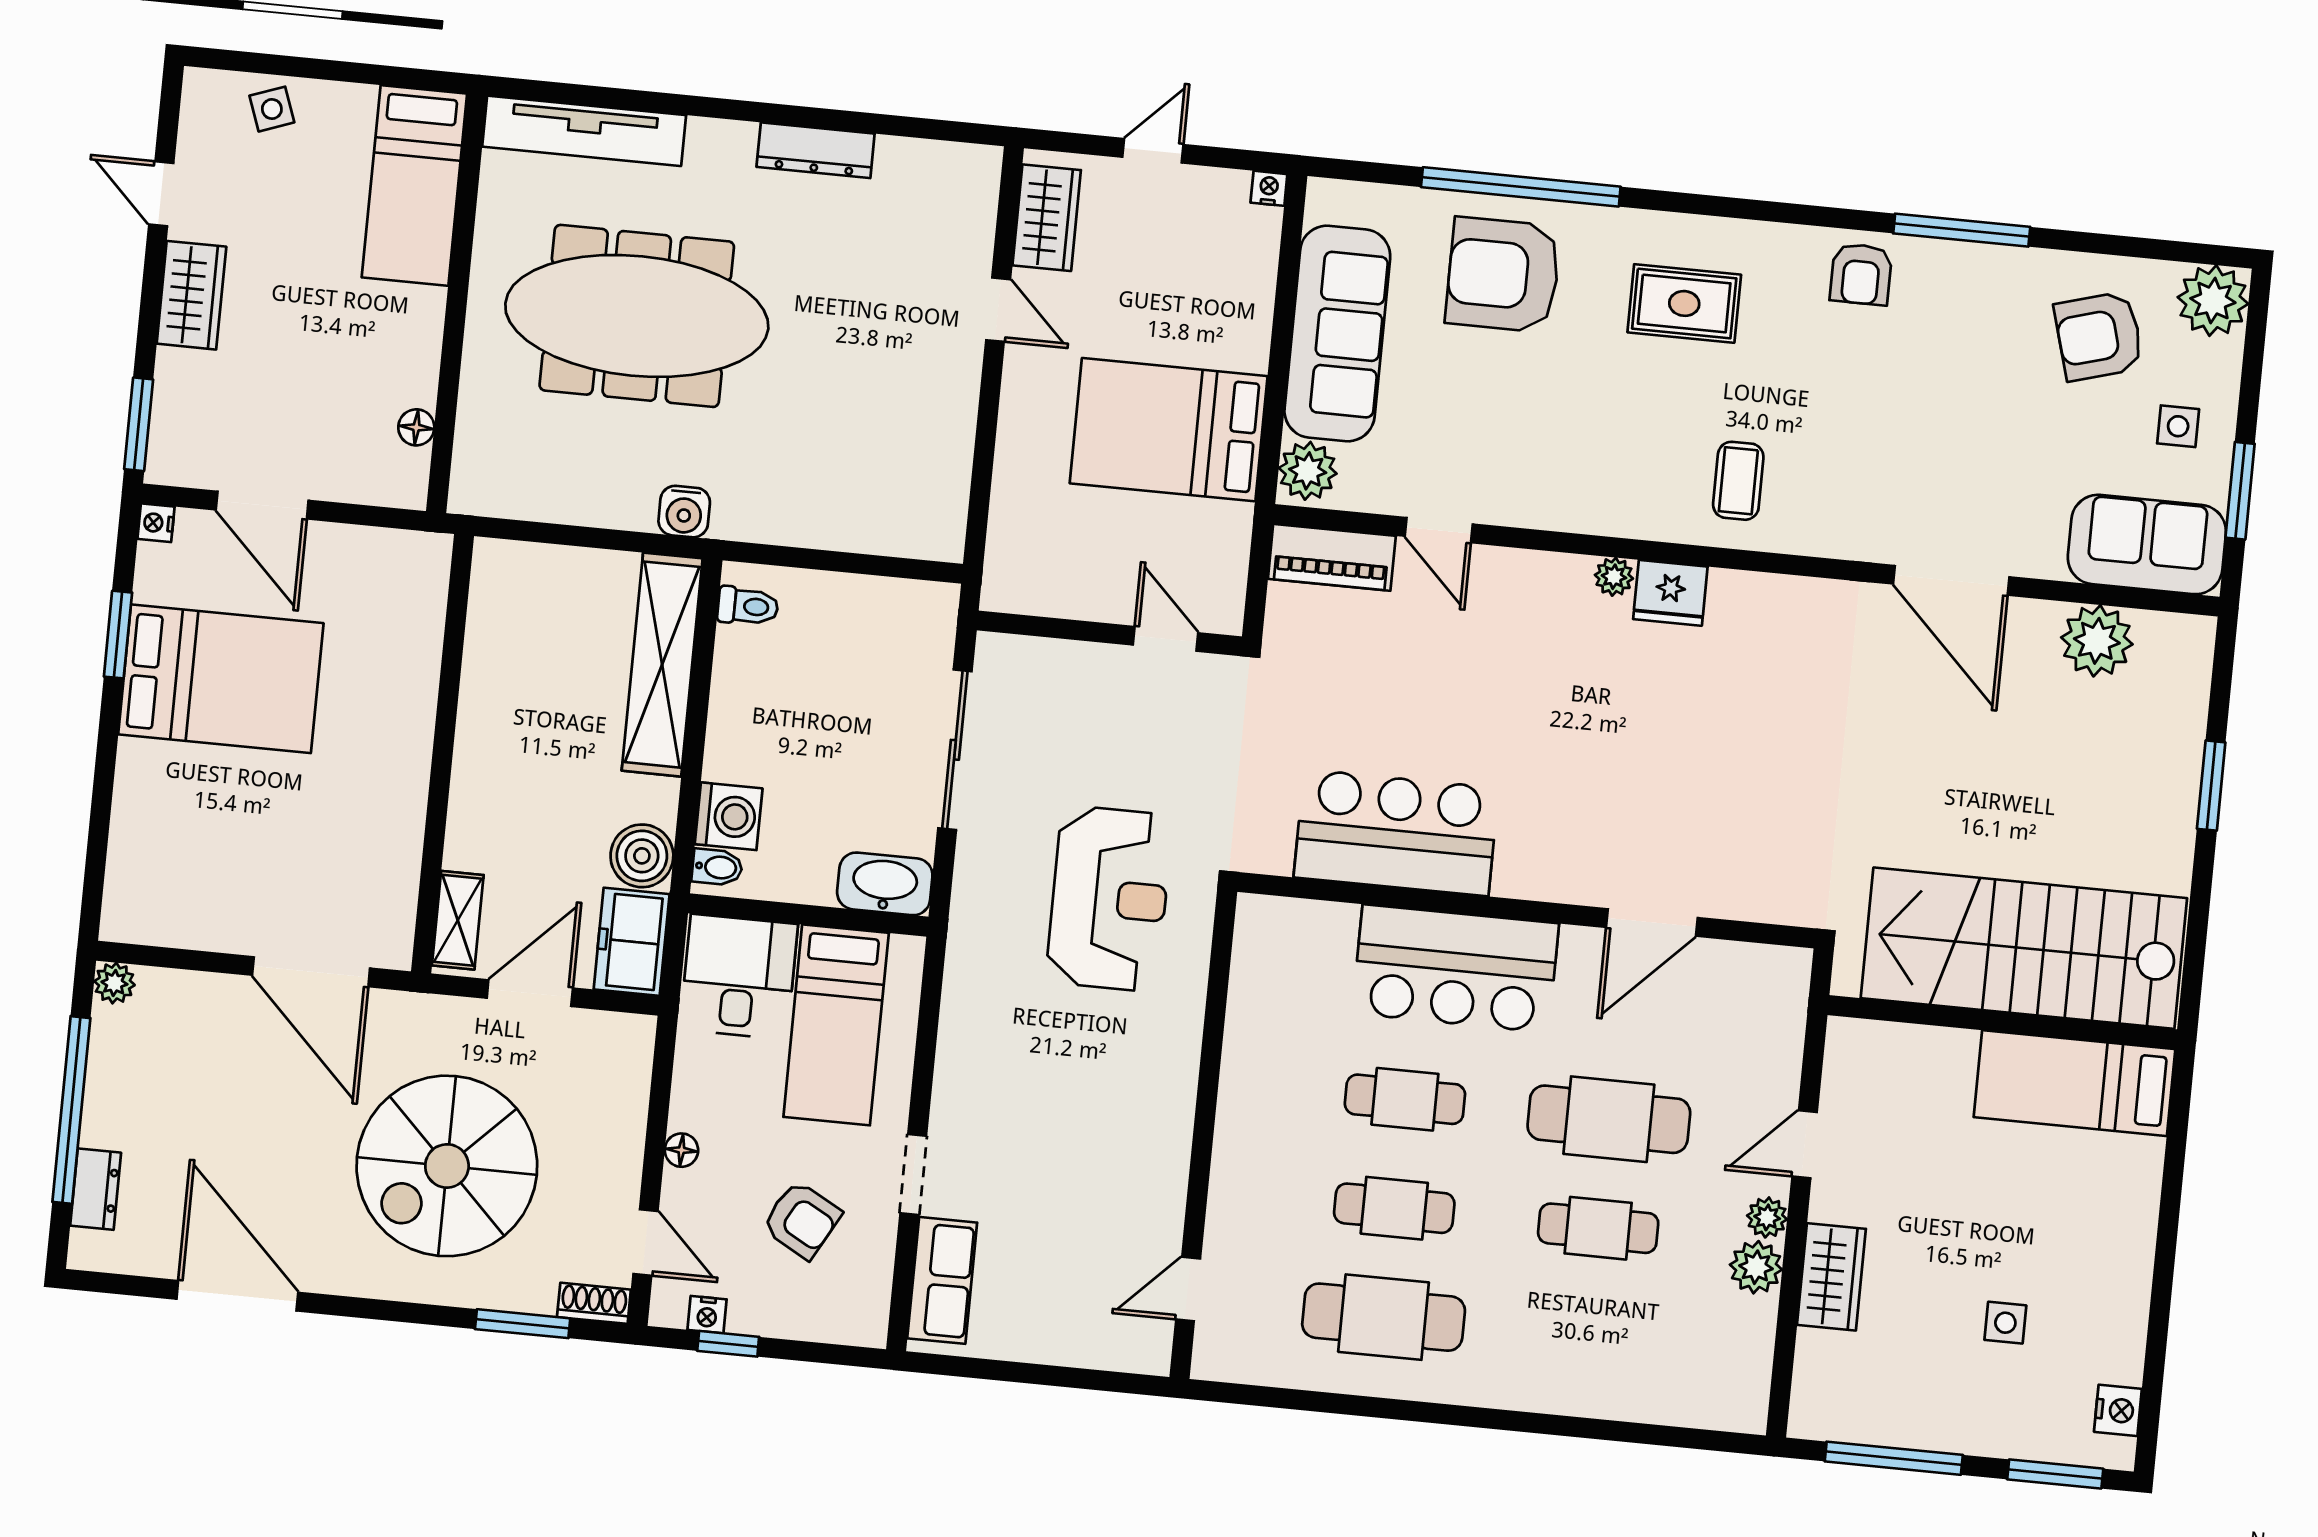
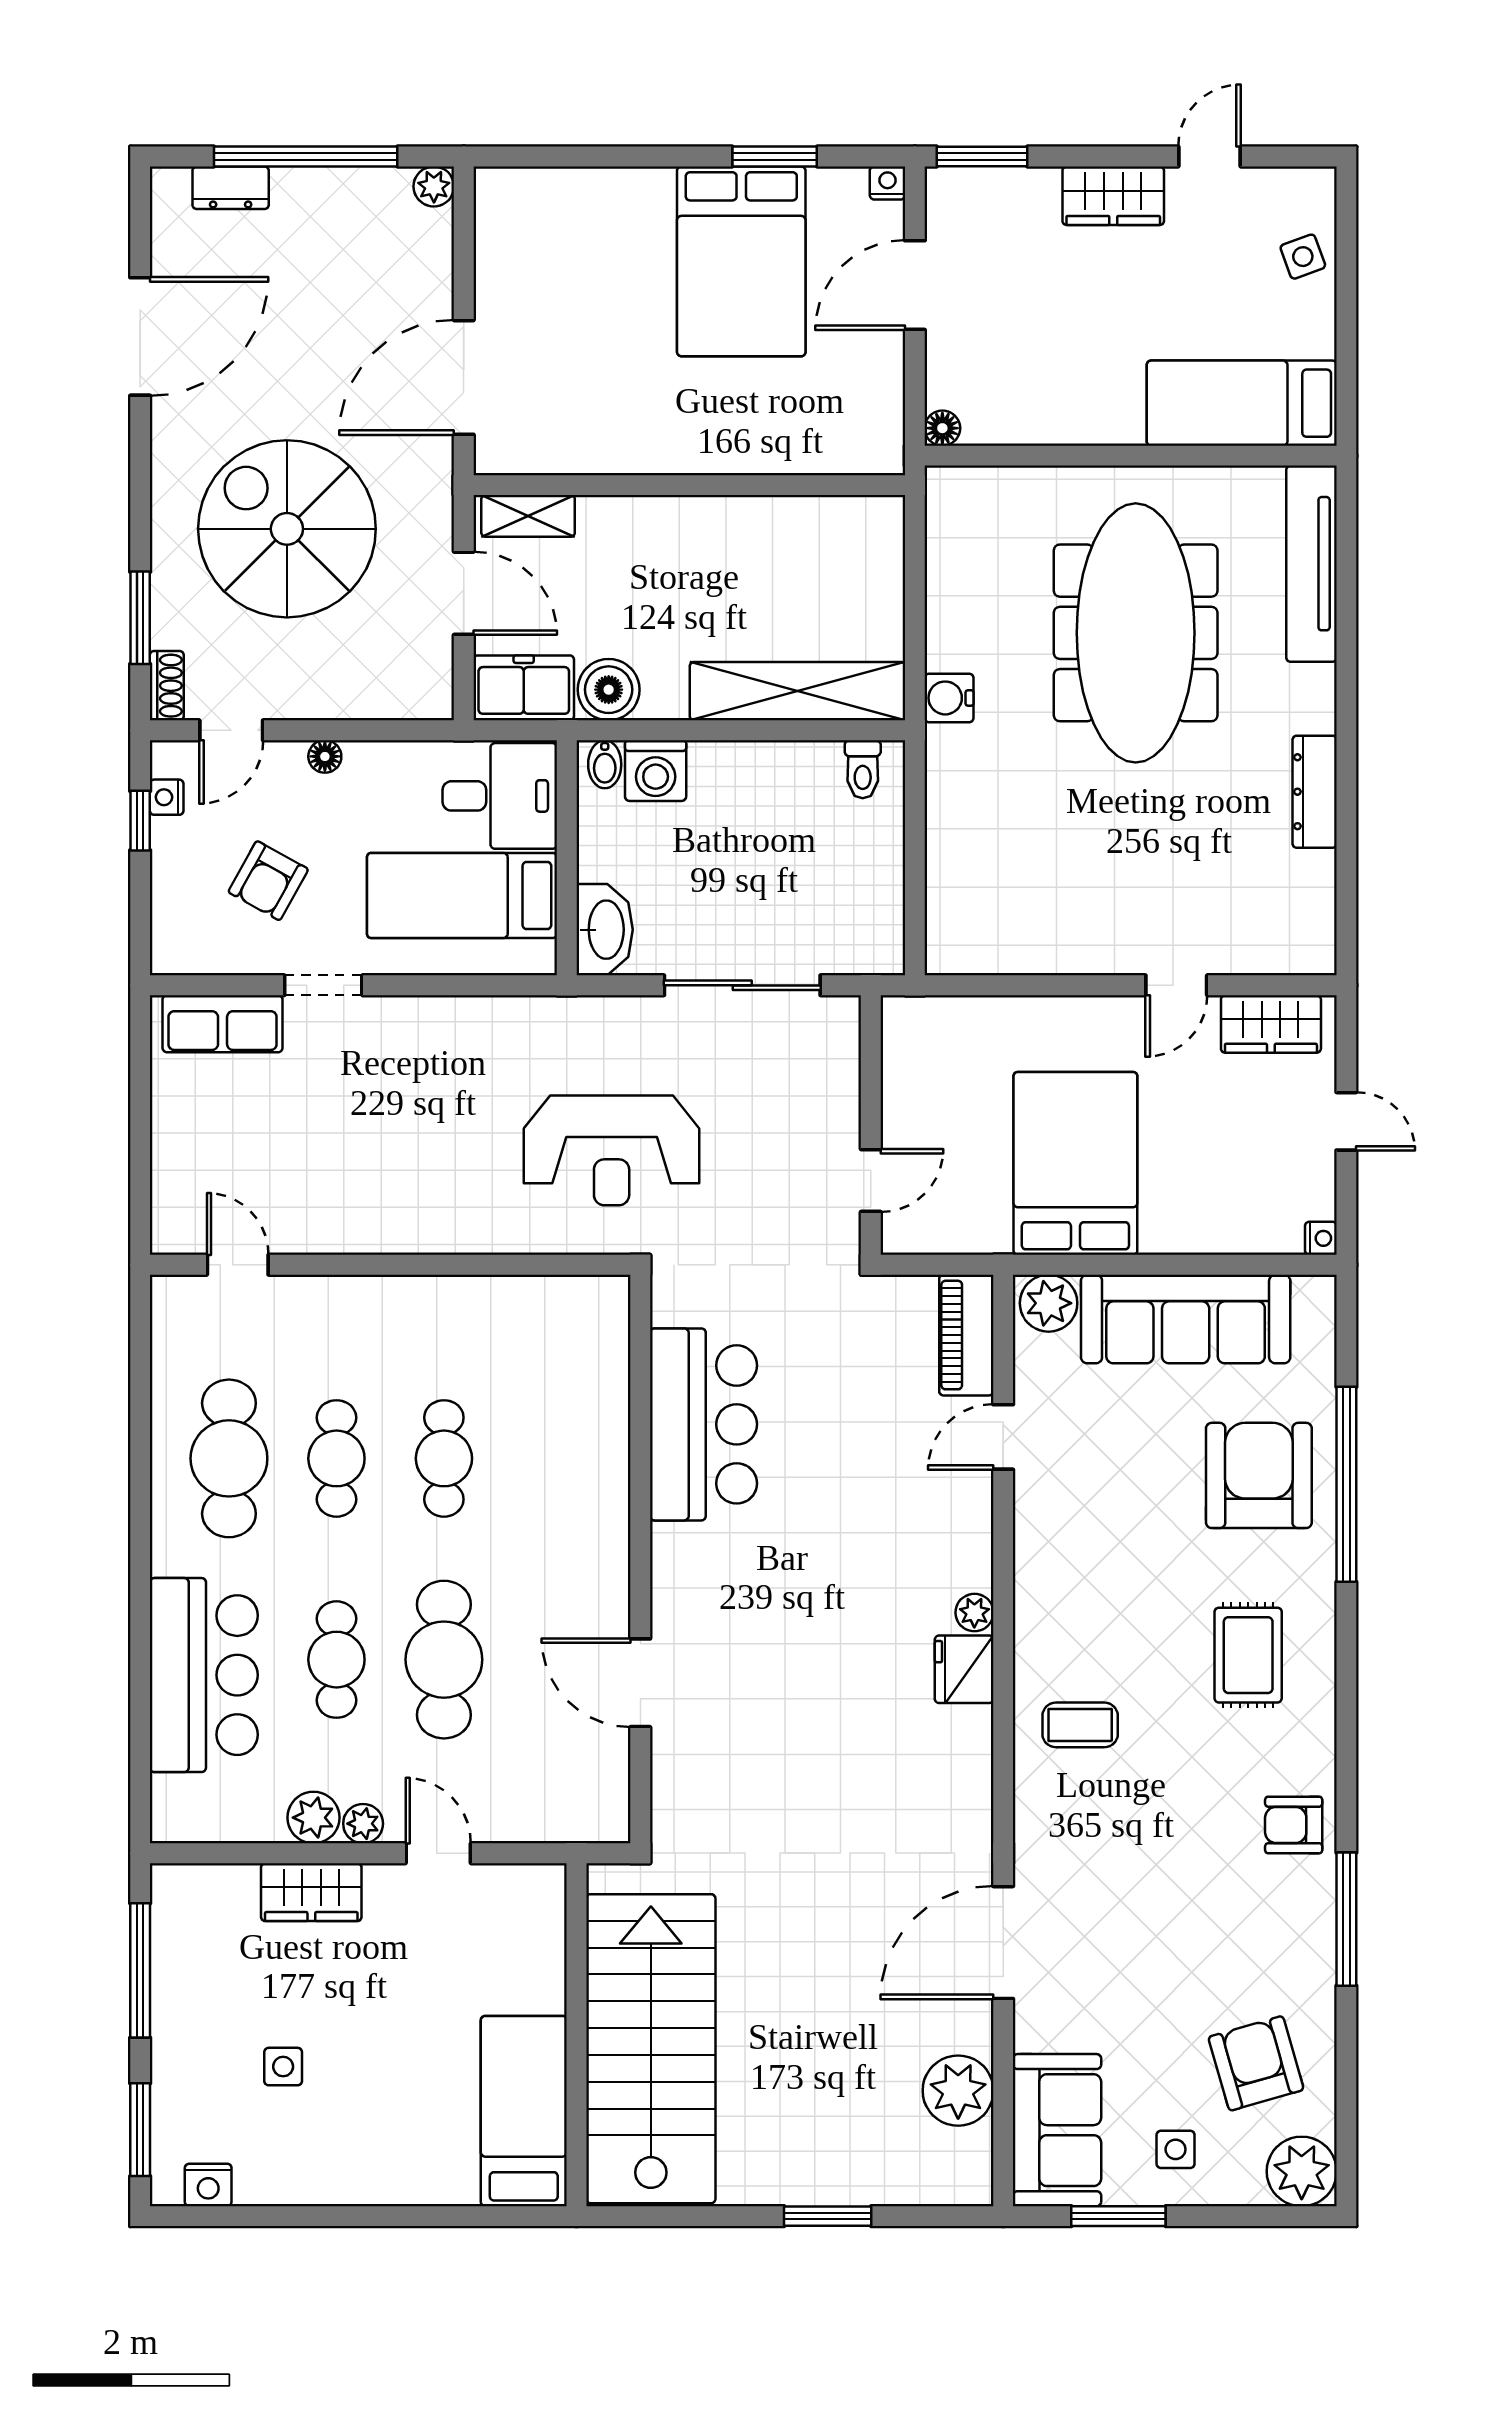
floor lamp: (416, 427) -> (942, 428), moved
bar counter: (1456, 968) -> (204, 1675), moved, turned 180

